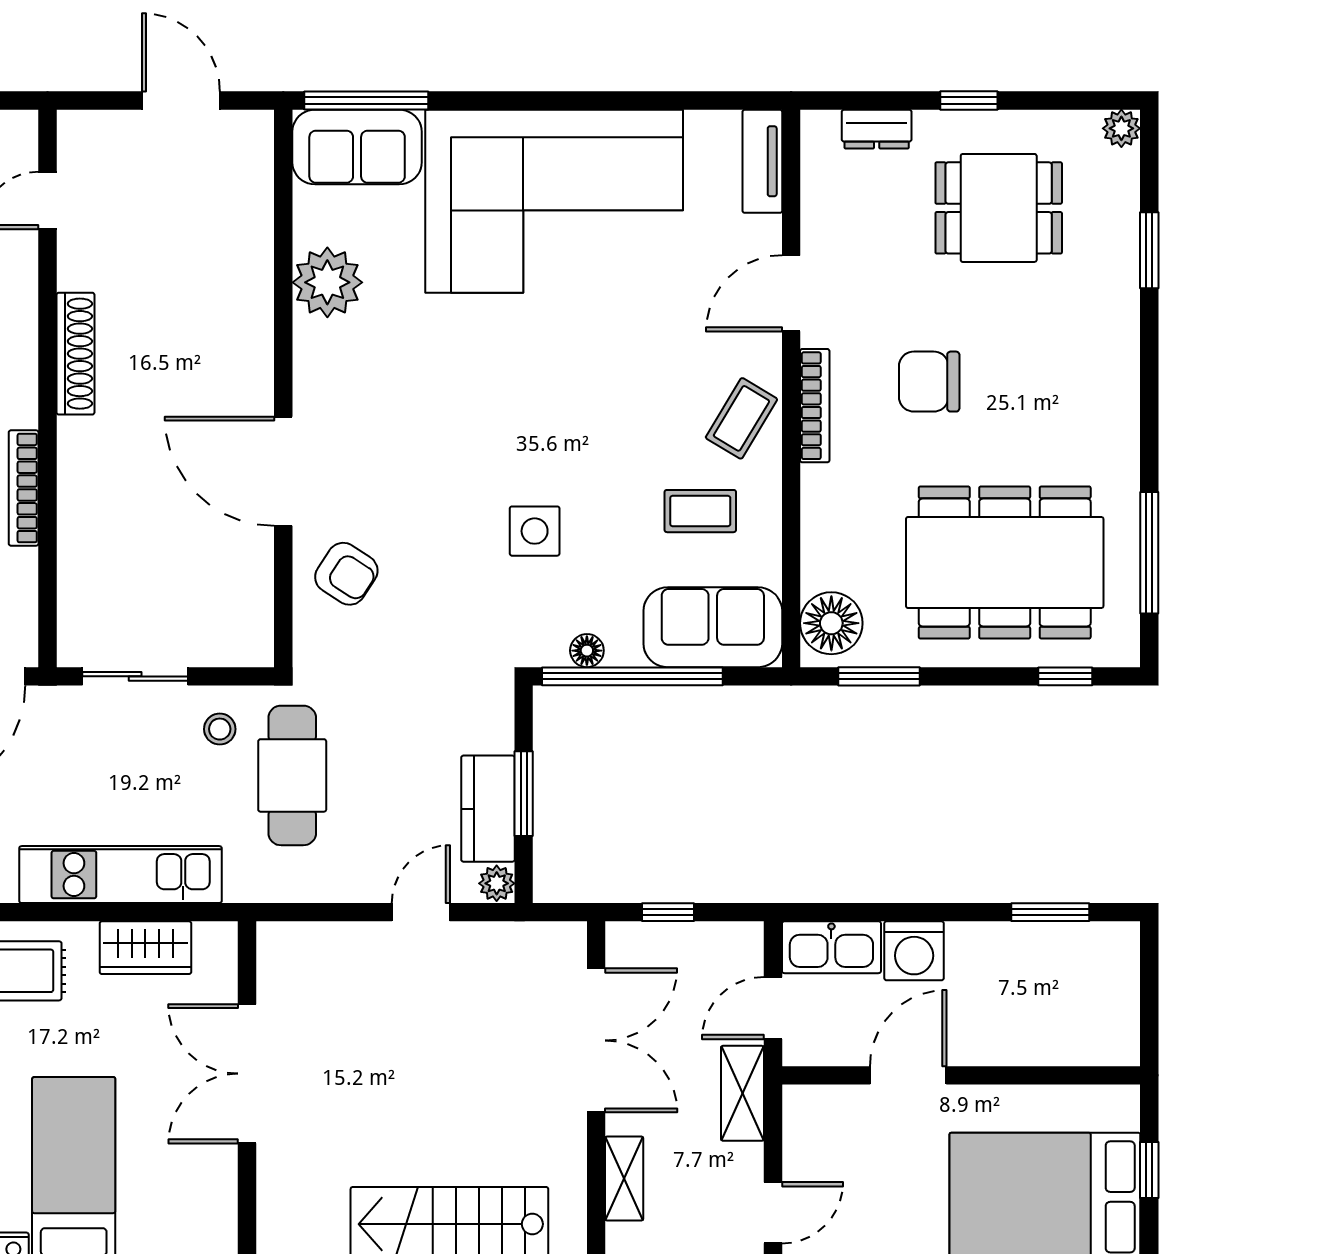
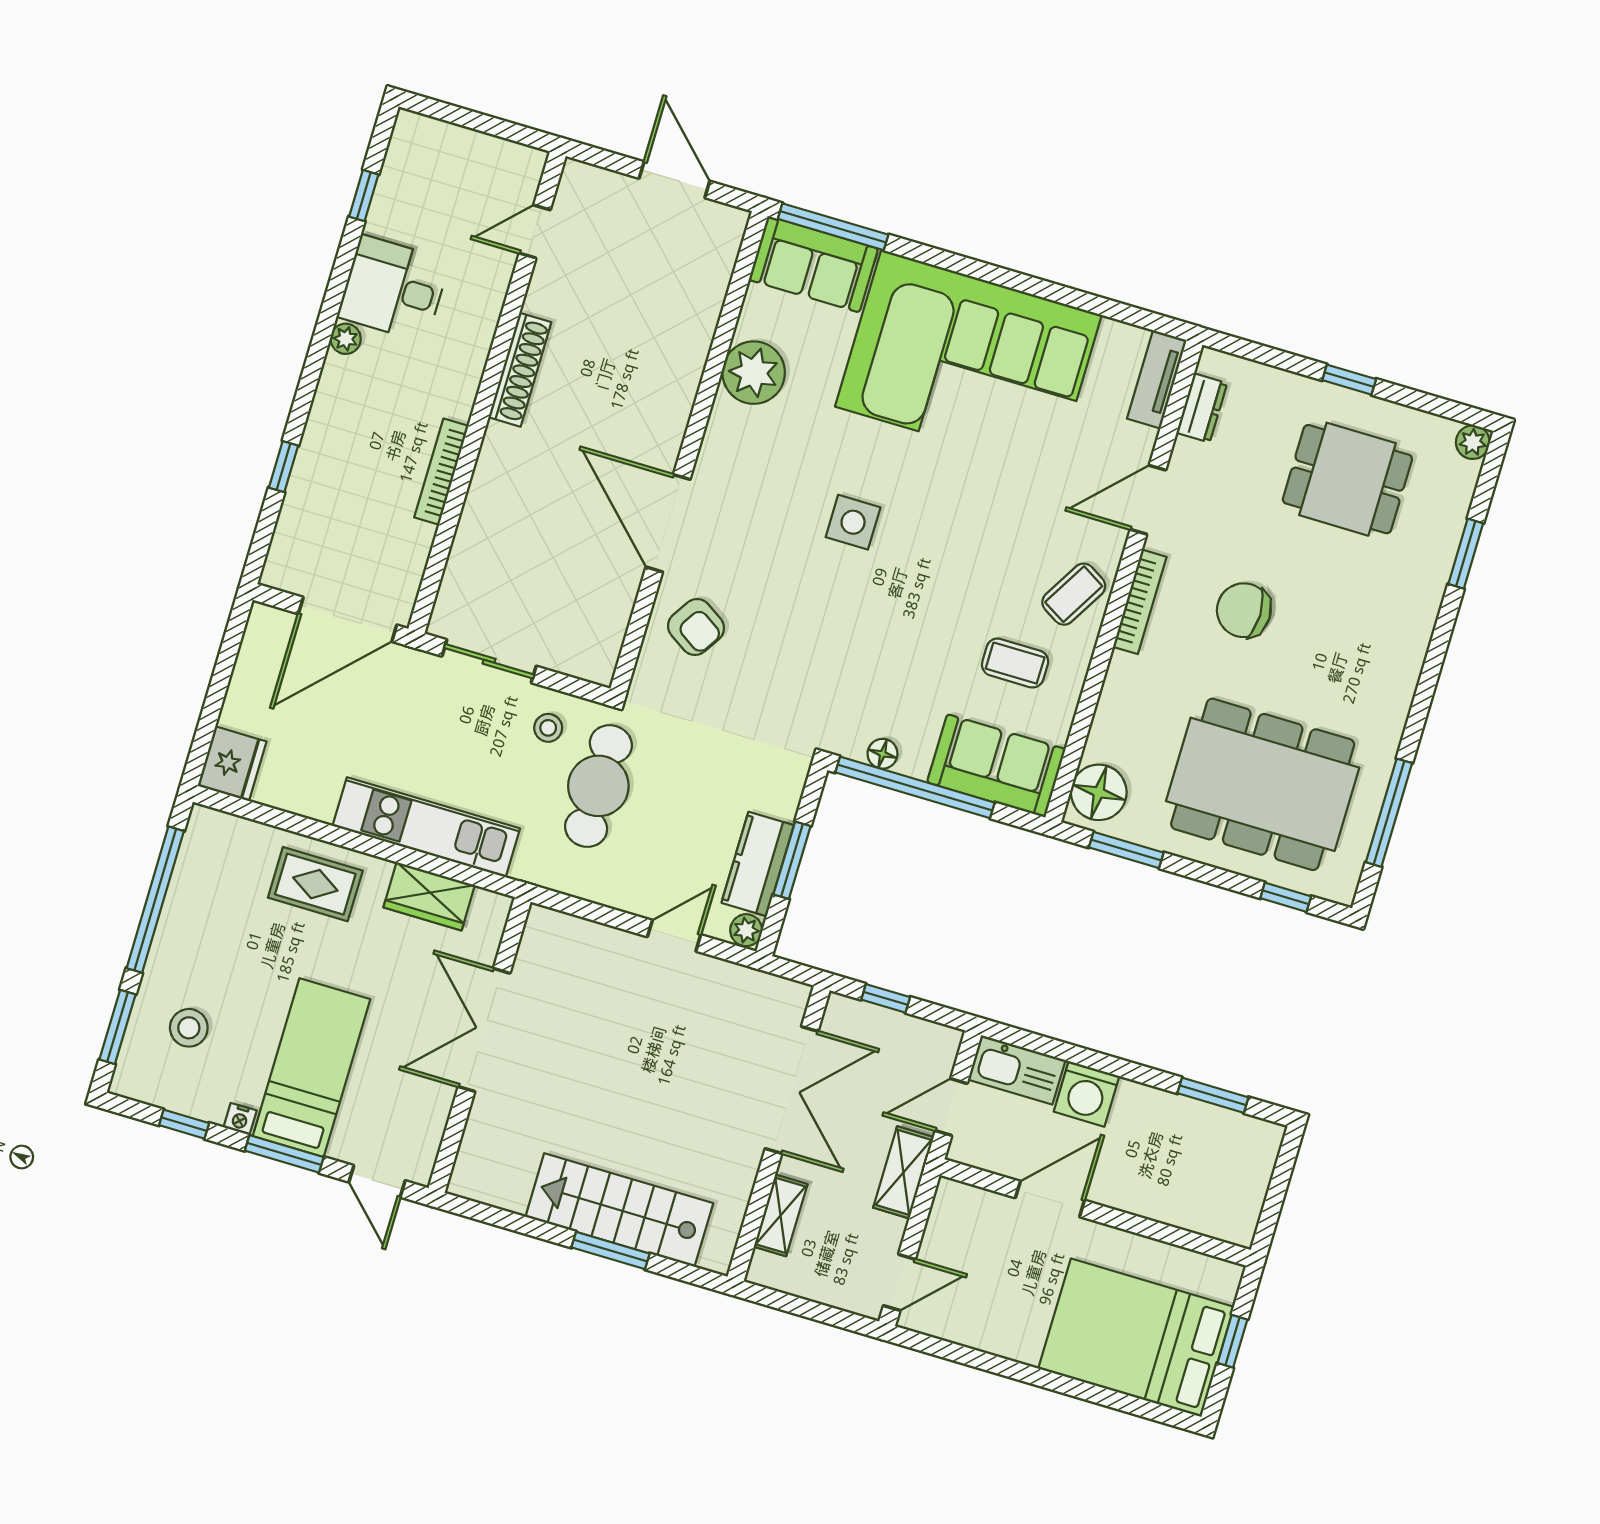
dresser: (877, 129) -> (1202, 408), moved, turned -90
side table: (535, 531) -> (853, 522), moved

